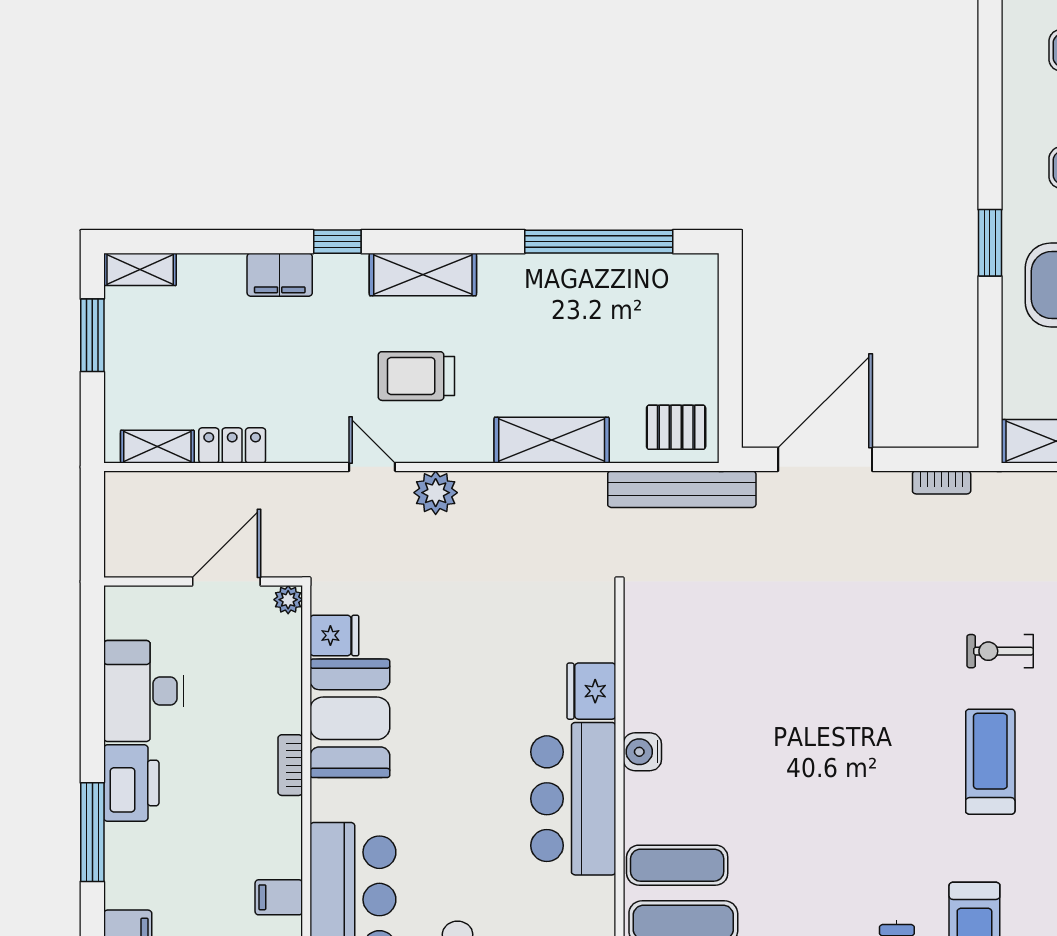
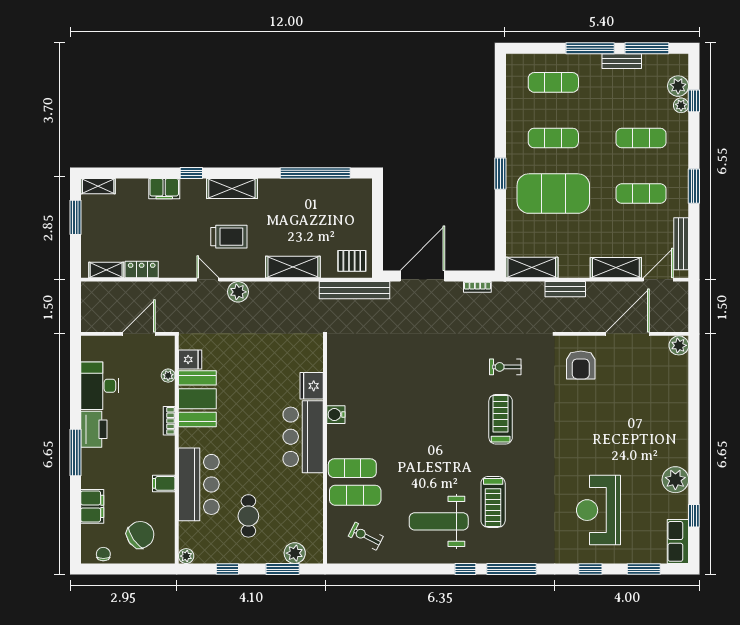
trolley: (416, 376) -> (229, 237), turned 180
plant: (288, 600) -> (168, 376), moved

